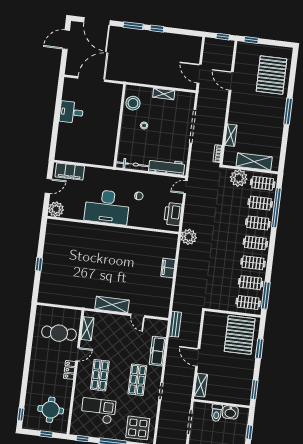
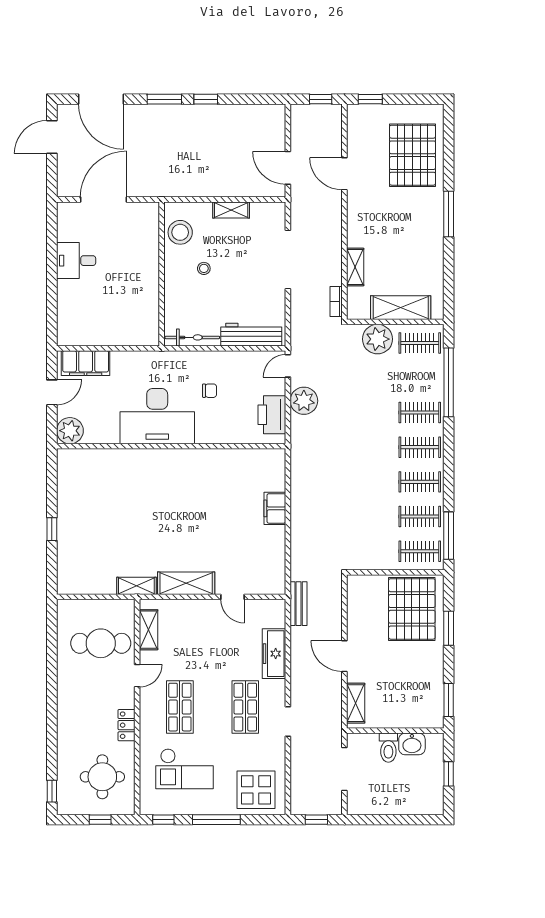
clothes rail: (260, 203) -> (420, 378), removed
plant: (189, 237) -> (304, 401), moved
shelving: (83, 303) -> (136, 586), added
locker: (69, 370) -> (127, 725), moved
checkout: (98, 411) -> (185, 769), turned 180

